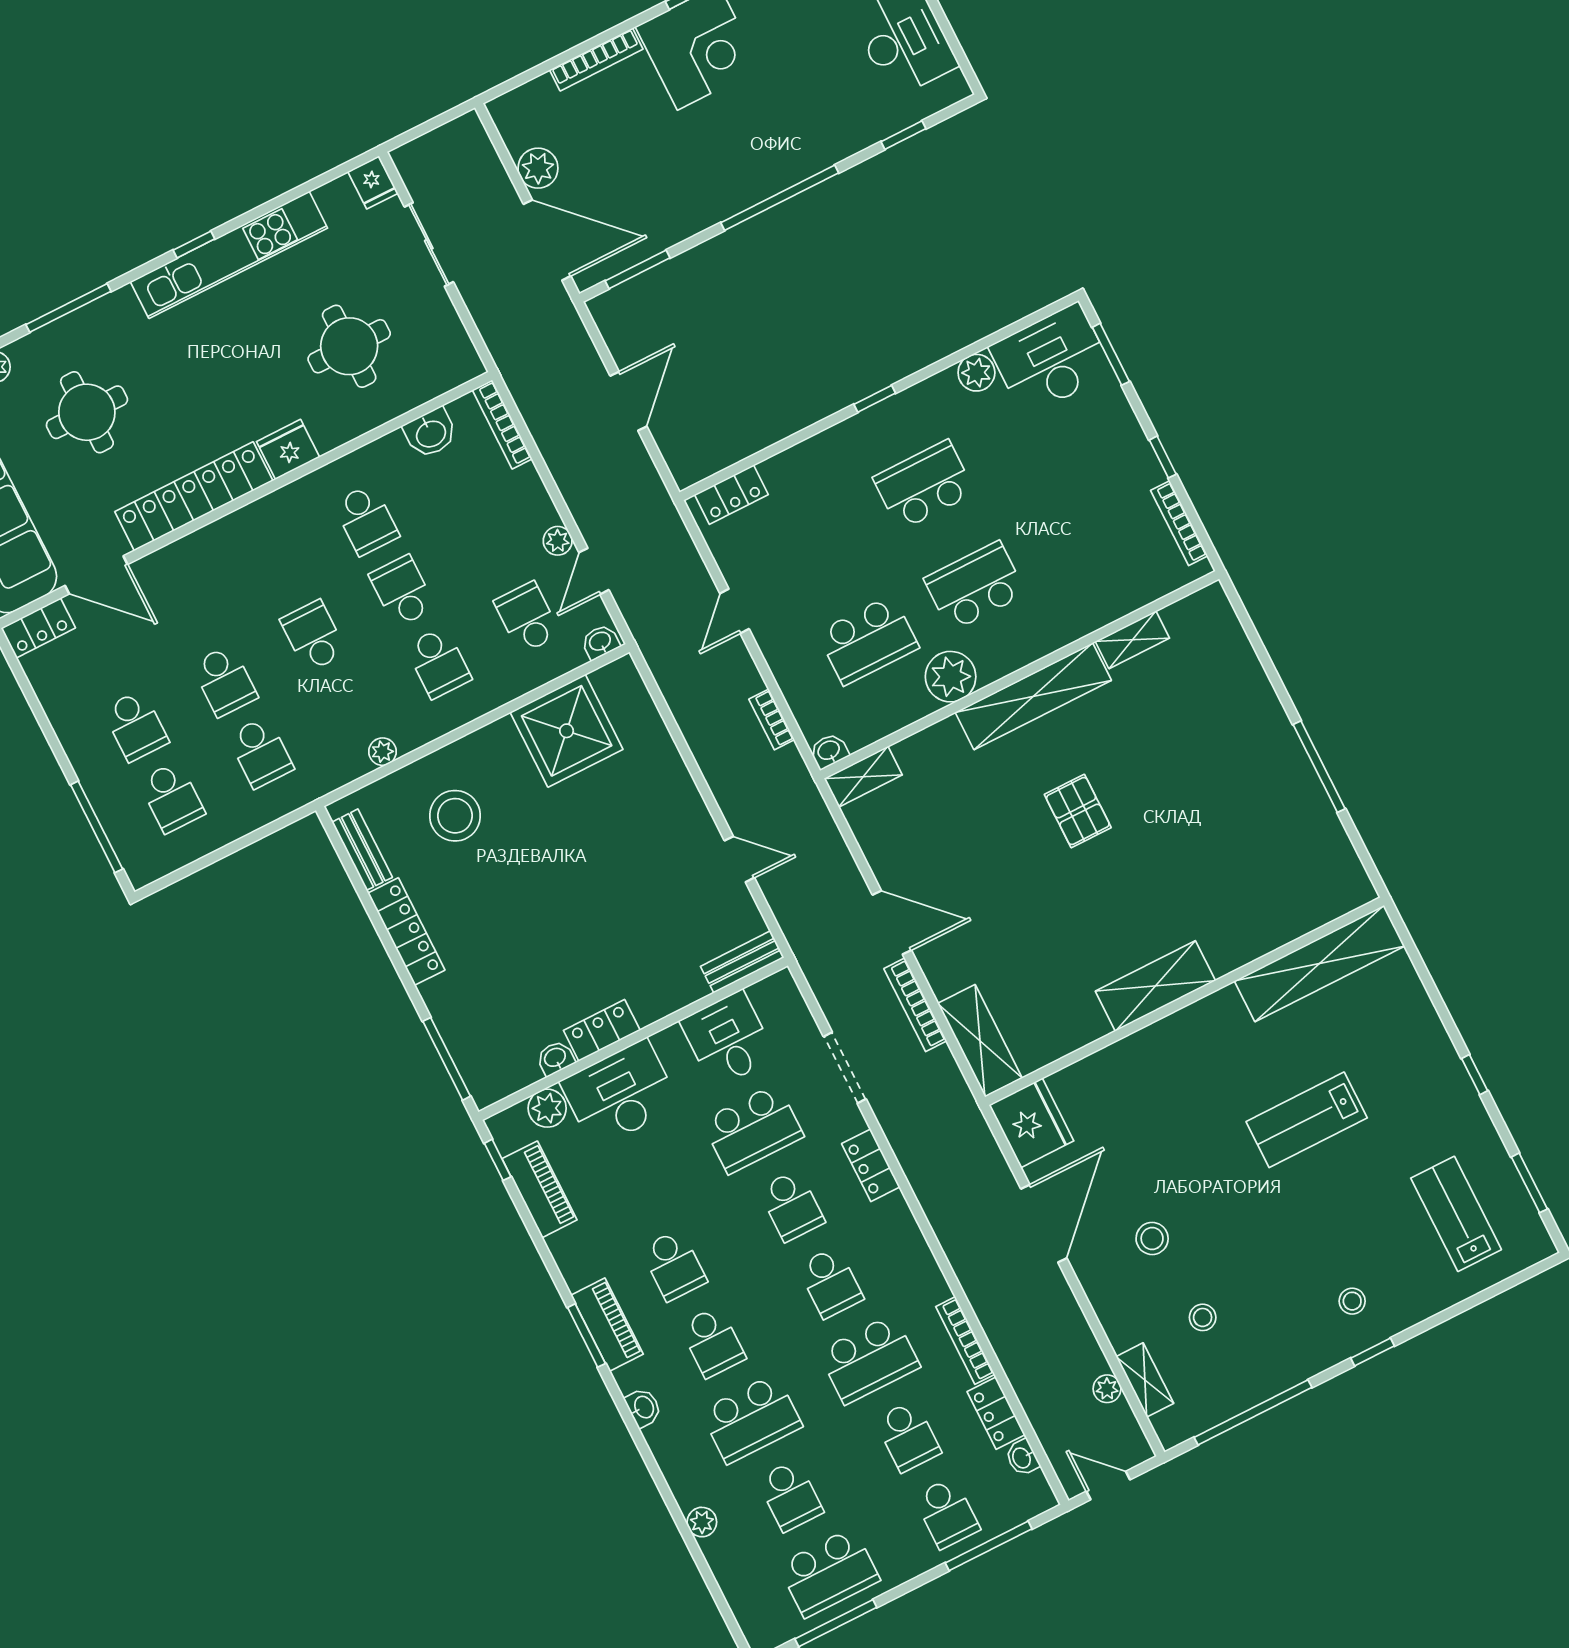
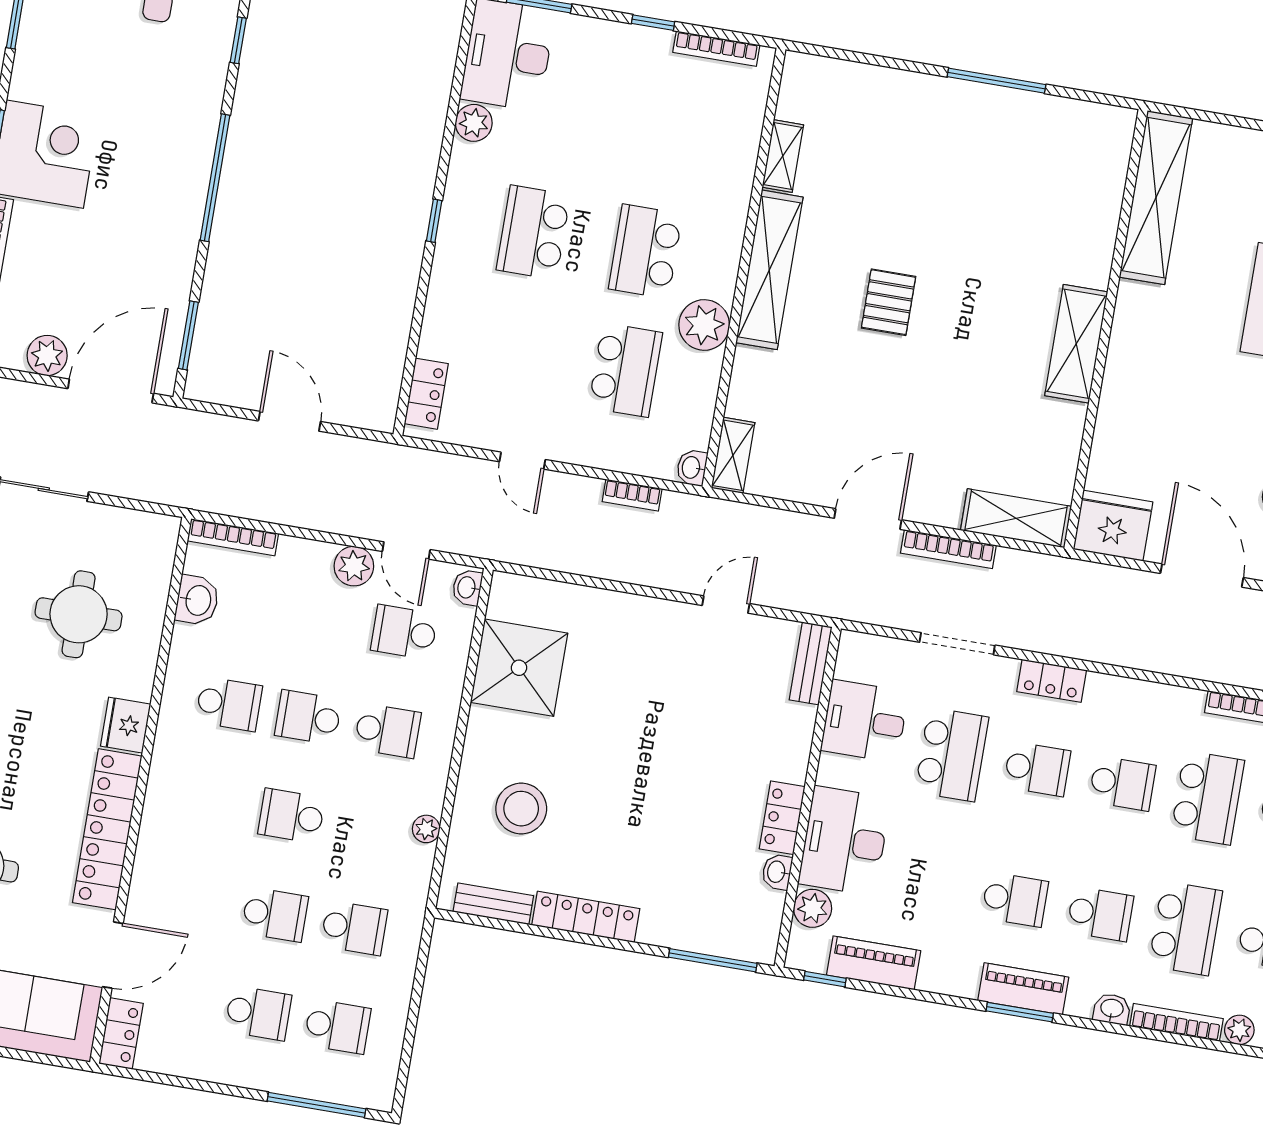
plant: (558, 541) -> (354, 566), width x1.38, depth x1.38
pallet: (1078, 811) -> (889, 302), turned 90
bookcase: (671, 1467) -> (1176, 1022), added

